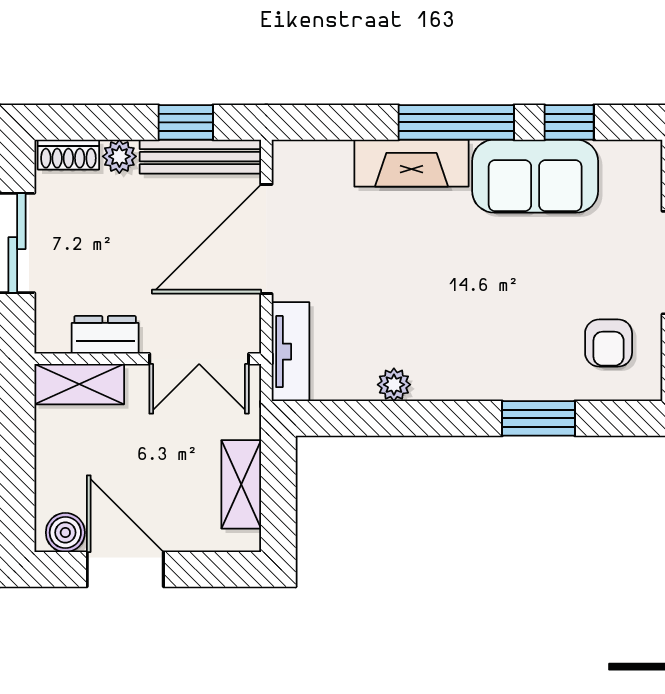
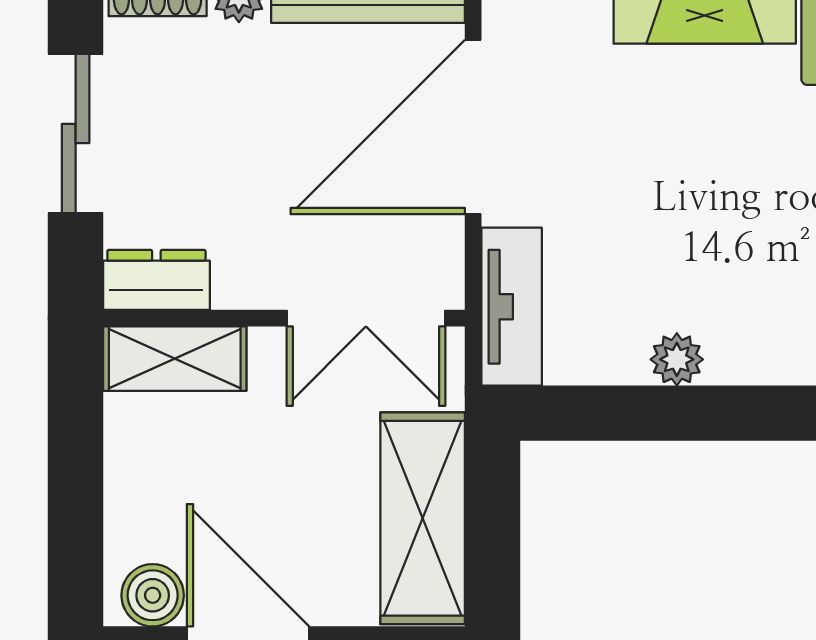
dresser: (105, 335) -> (156, 280), moved
shelving: (241, 484) -> (423, 518), width x1.50, depth x1.33

